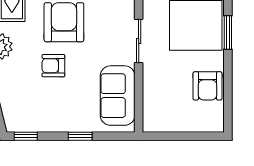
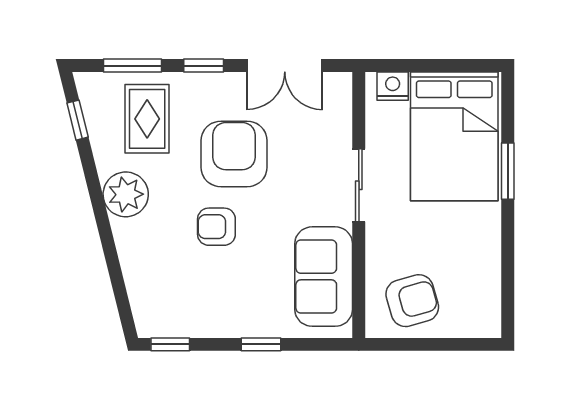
armchair: (208, 86) -> (412, 301), moved, turned -106

